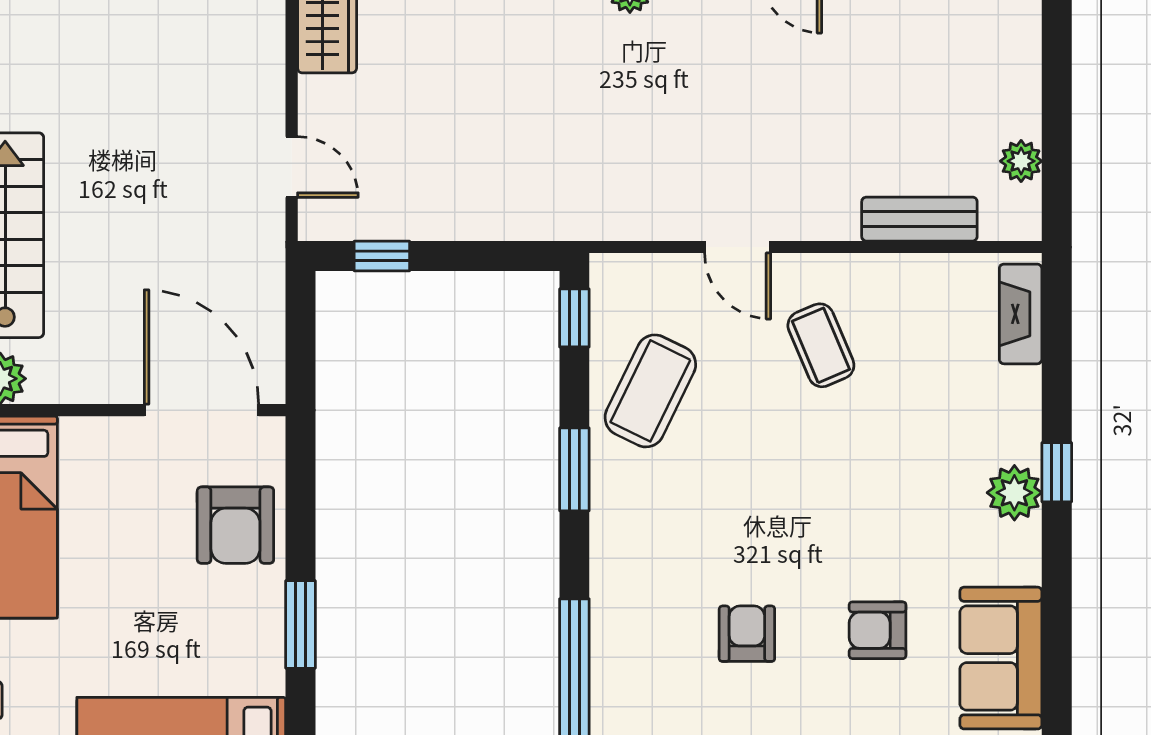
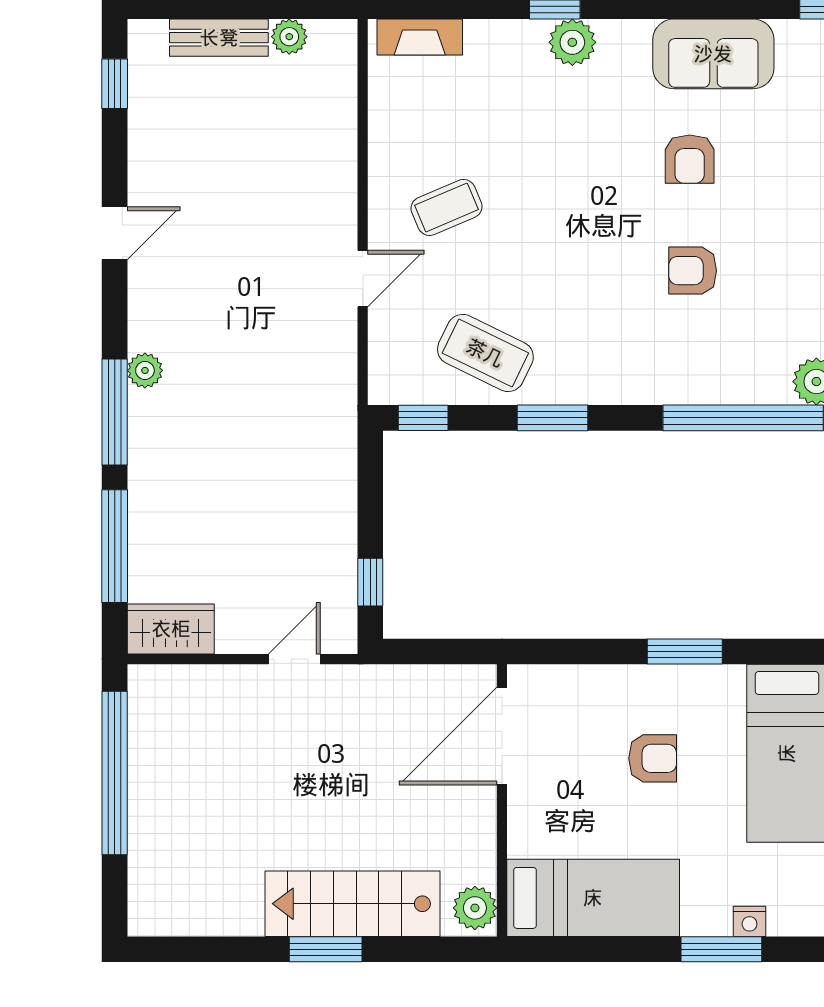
bench: (919, 219) -> (219, 38), moved, turned 90
armchair: (235, 525) -> (653, 758), moved, width x0.72, depth x0.72

